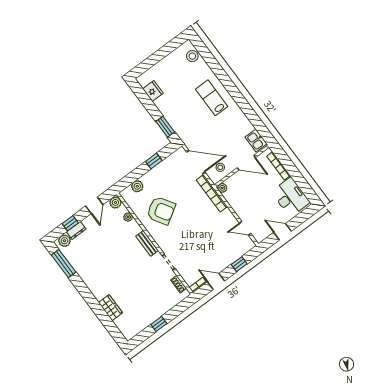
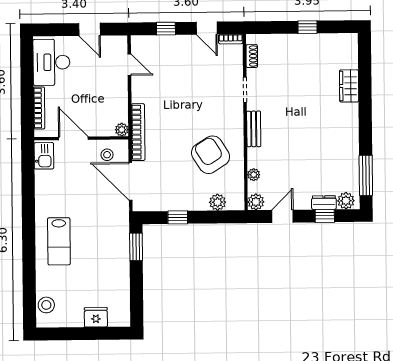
fridge: (153, 91) -> (96, 317), moved, turned 90

